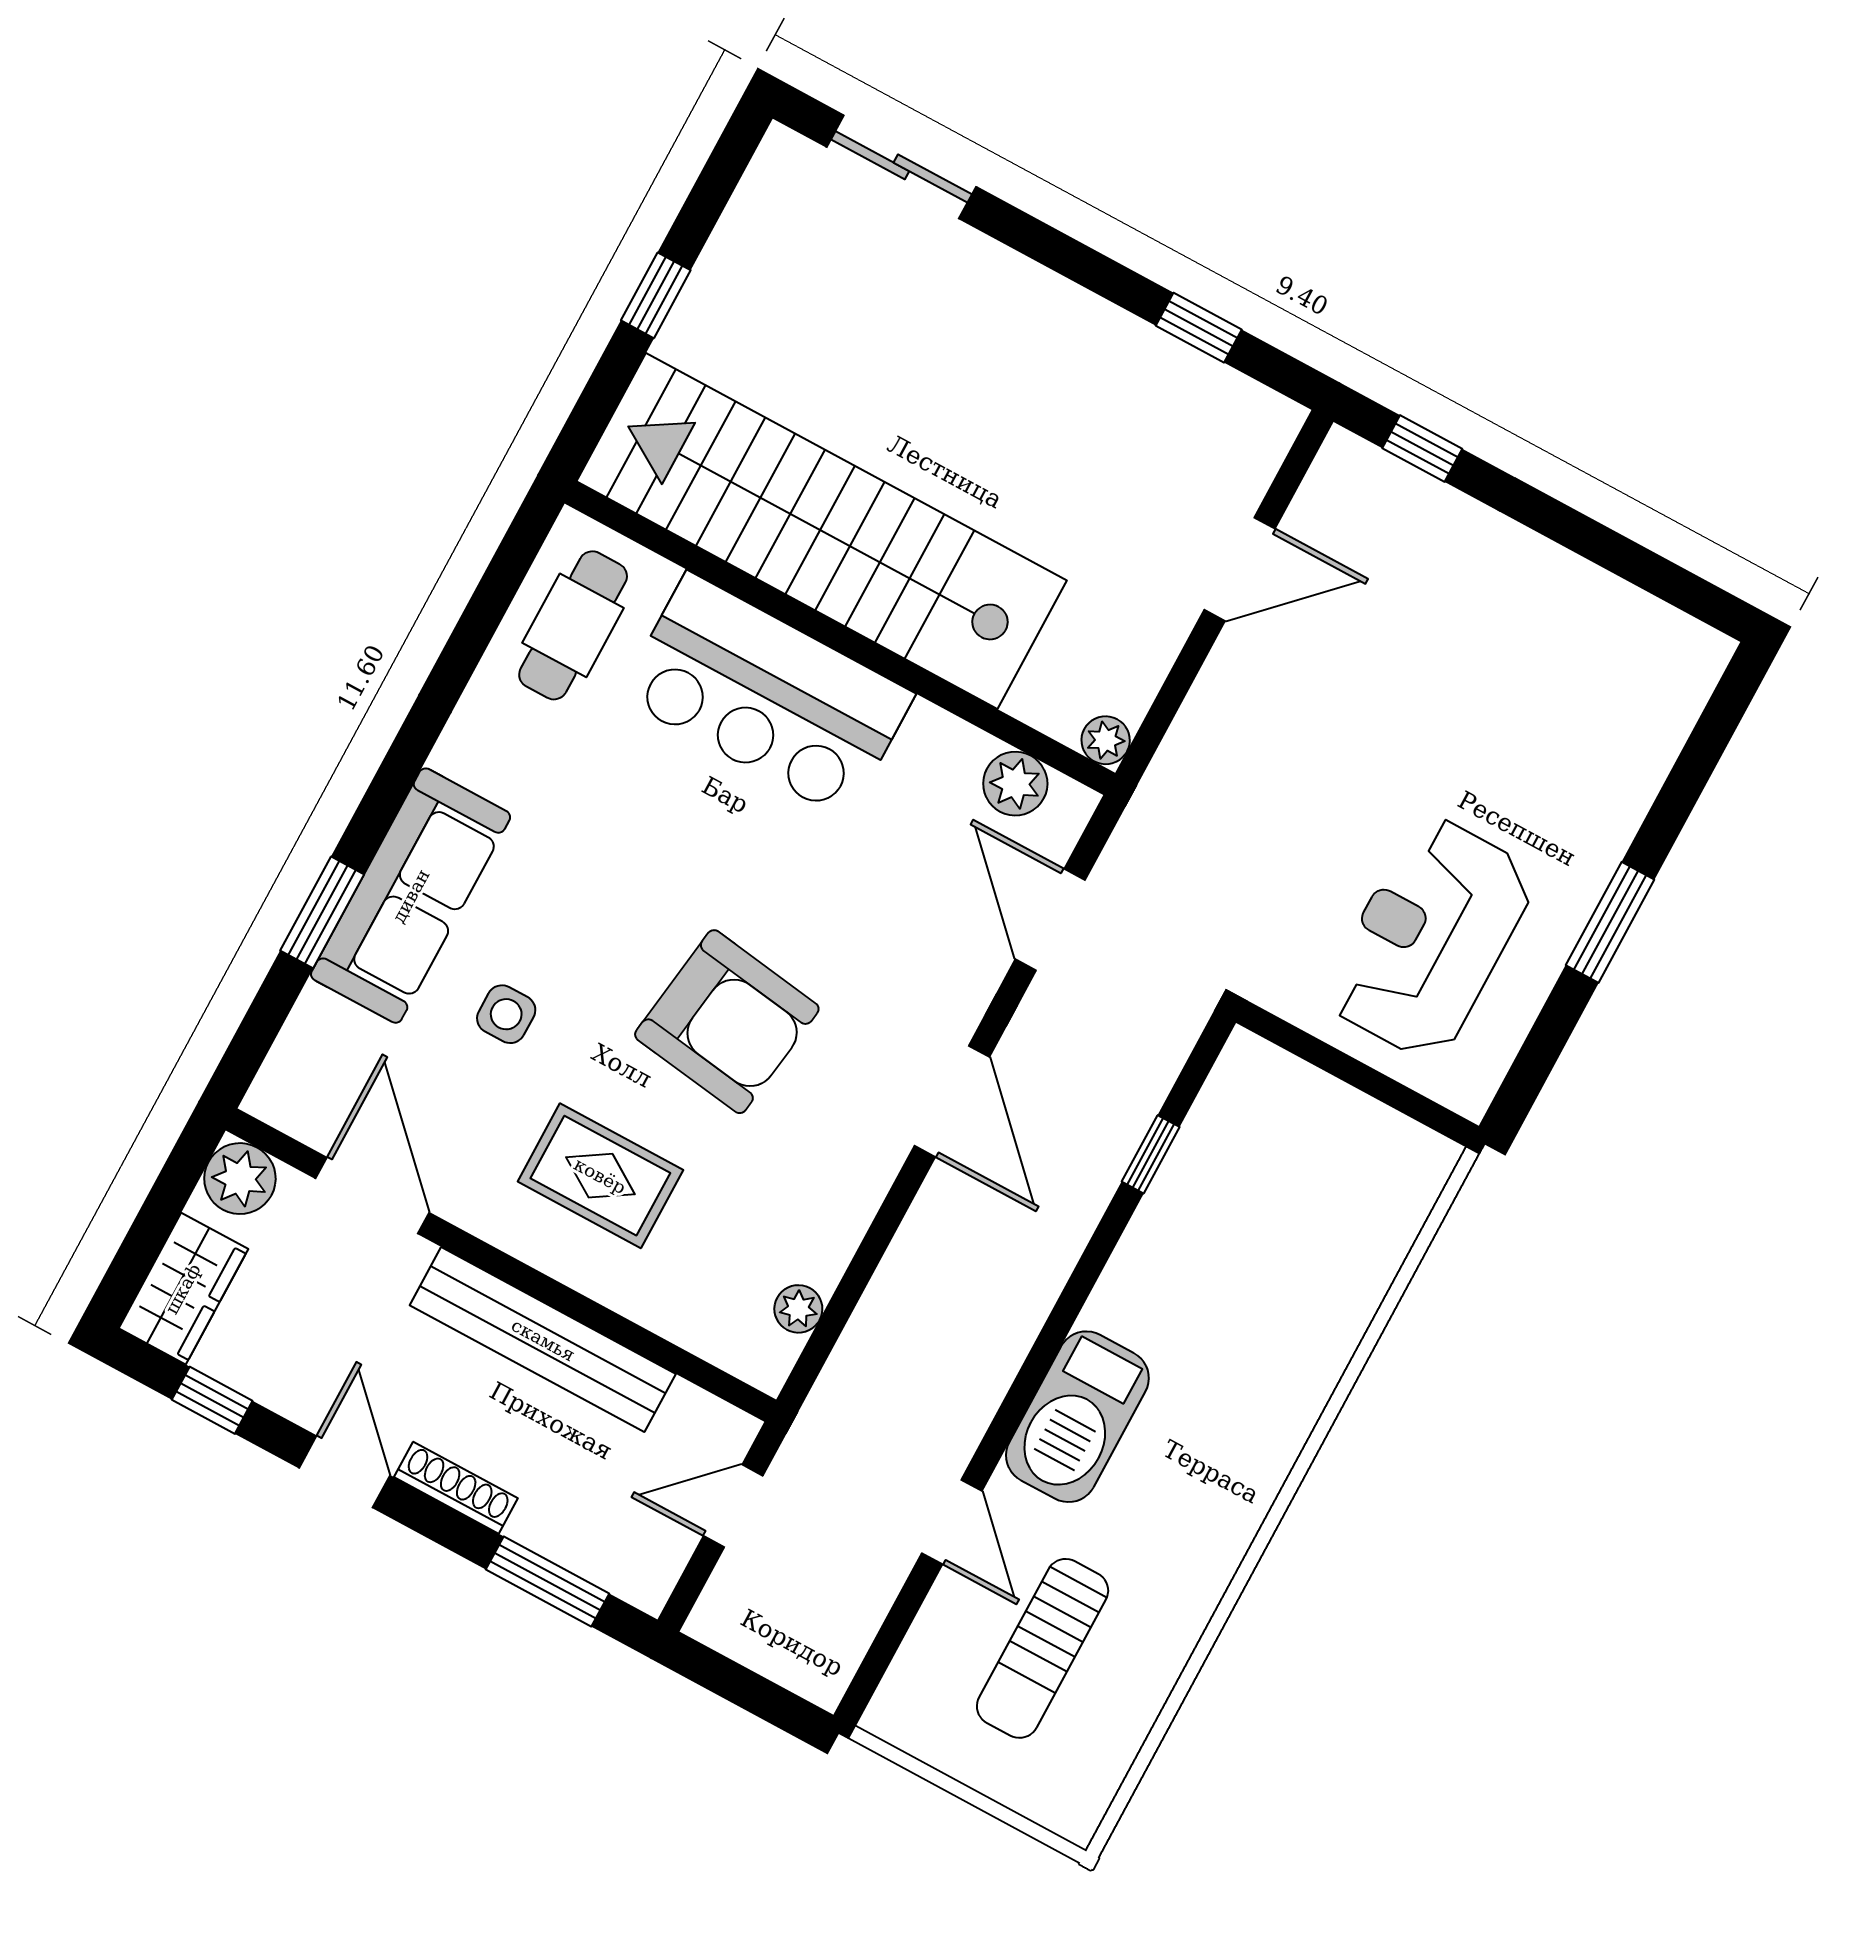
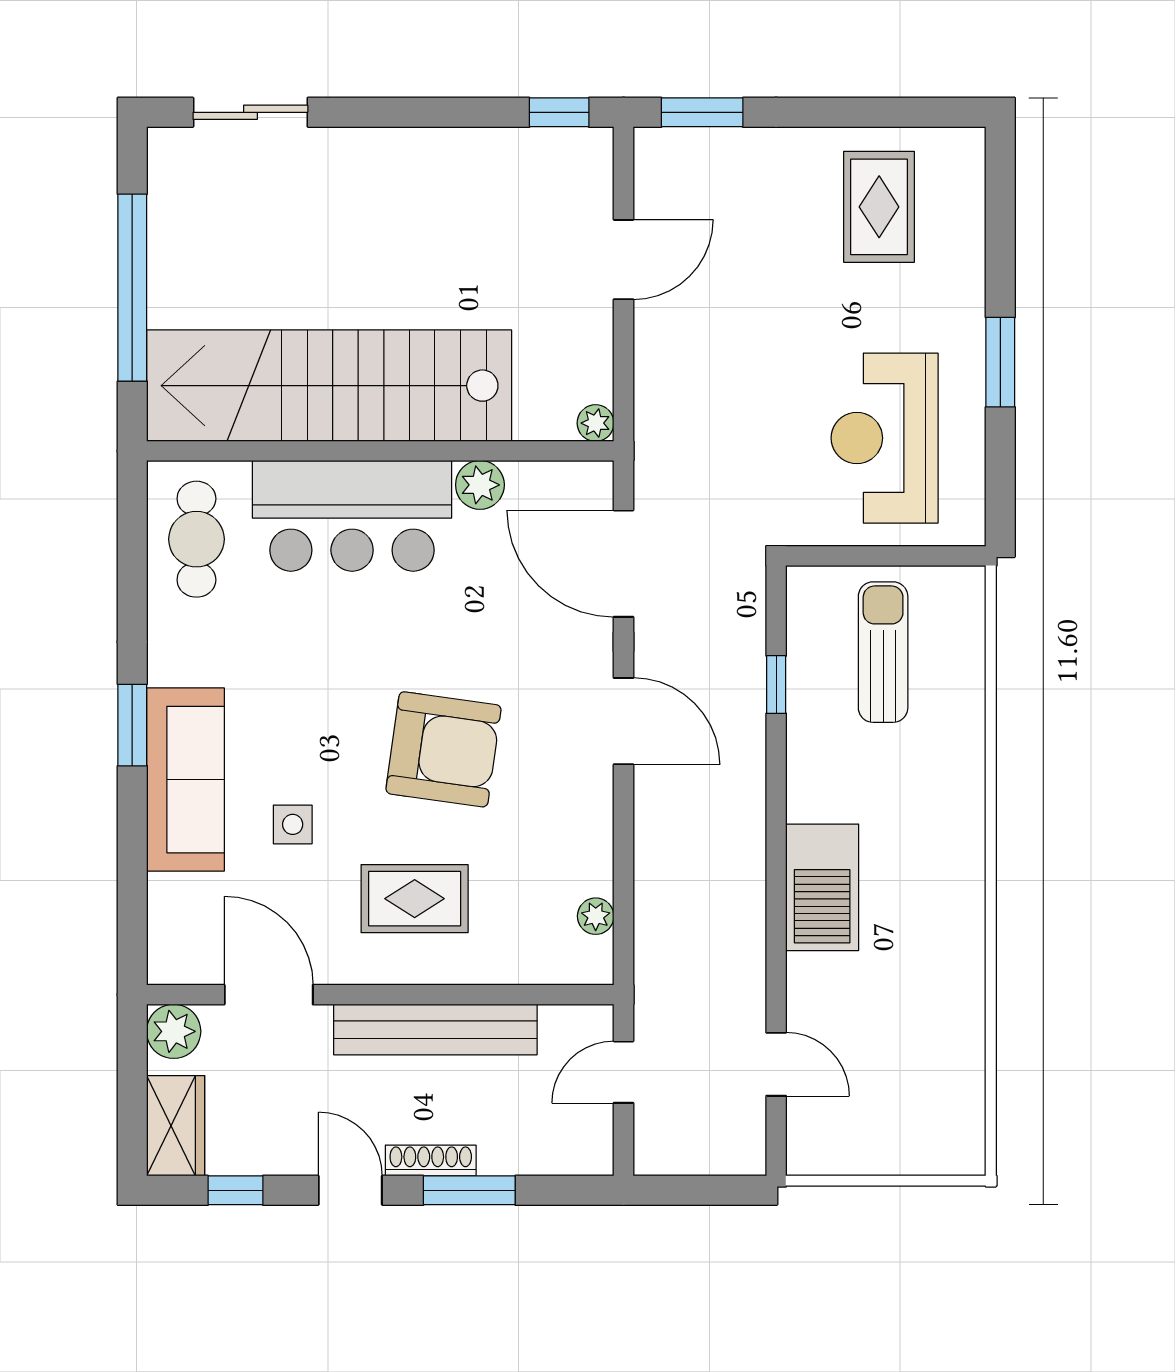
window: (656, 295) -> (132, 288), width x3.17
window: (1199, 328) -> (559, 112), moved
window: (1422, 448) -> (702, 112), width x1.50
rug: (1567, 668) -> (879, 207), added
plant: (1015, 784) -> (480, 485), moved
window: (322, 912) -> (132, 725), moved
door: (1050, 920) -> (623, 564), width x1.36
door: (952, 1522) -> (776, 1064), moved
window: (548, 1582) -> (469, 1190), moved
sun lounger: (1043, 1648) -> (883, 652), moved, turned 180

